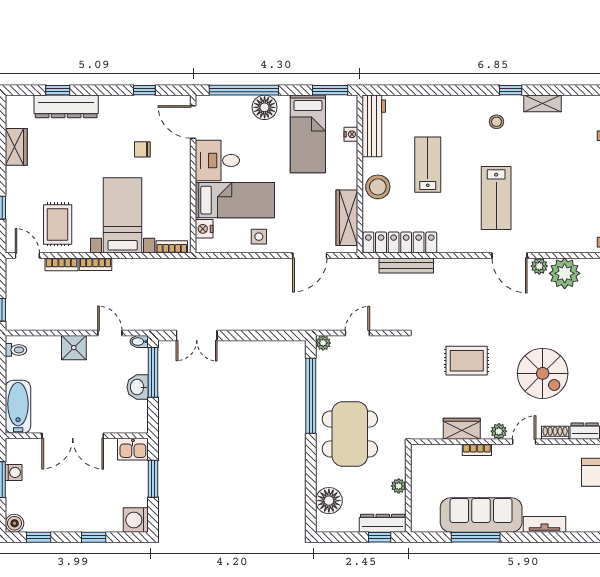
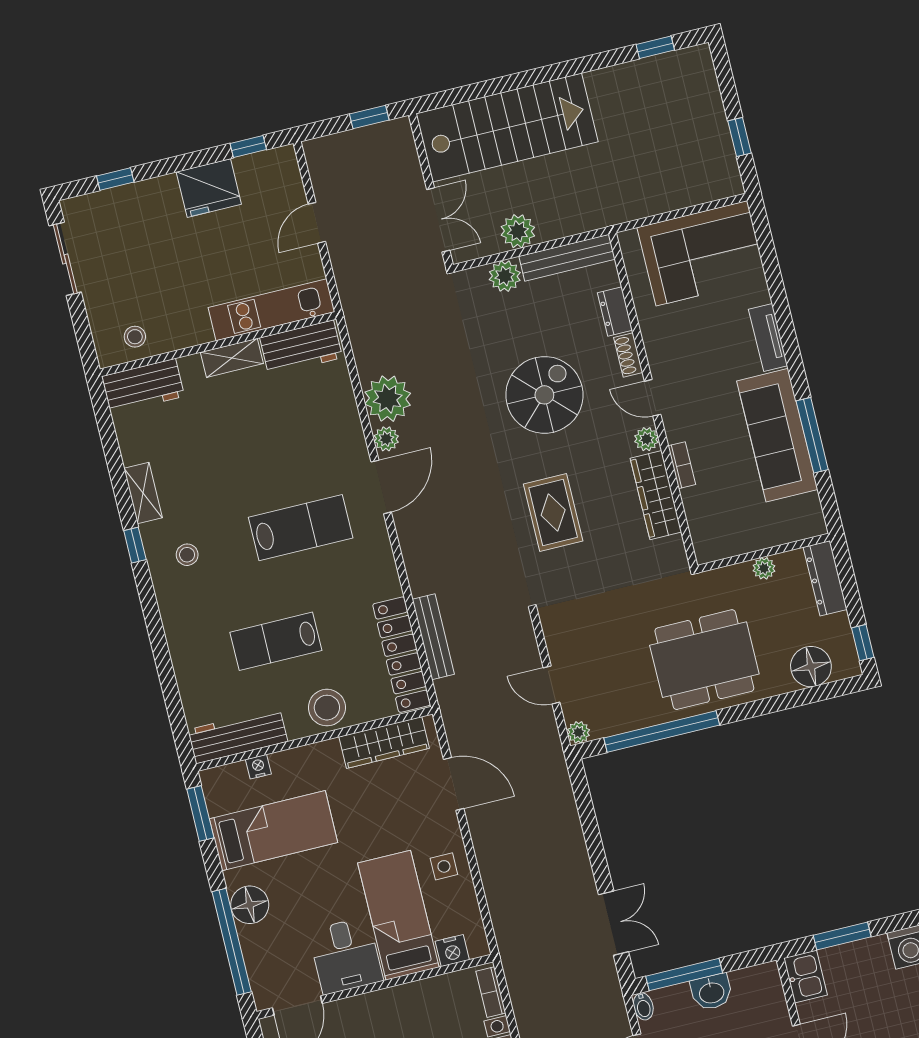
wardrobe: (462, 429) -> (656, 495), width x1.50
window: (380, 537) -> (863, 643), moved

